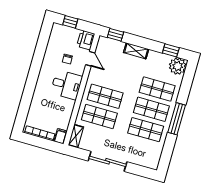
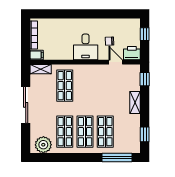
door: (90, 59) -> (116, 62), swing flipped
plant: (178, 66) -> (43, 145), moved
shop shelf: (105, 96) -> (85, 86), removed
window: (177, 119) -> (117, 157), moved

